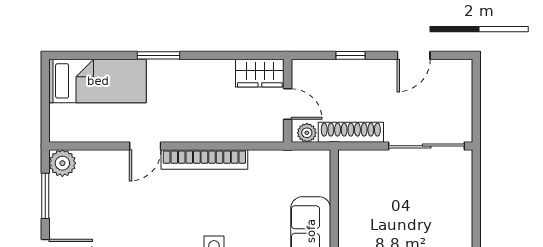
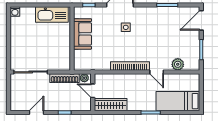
wardrobe: (260, 73) -> (111, 105), width x1.50
door: (145, 146) -> (157, 72), swing flipped
plant: (62, 163) -> (178, 64), moved

